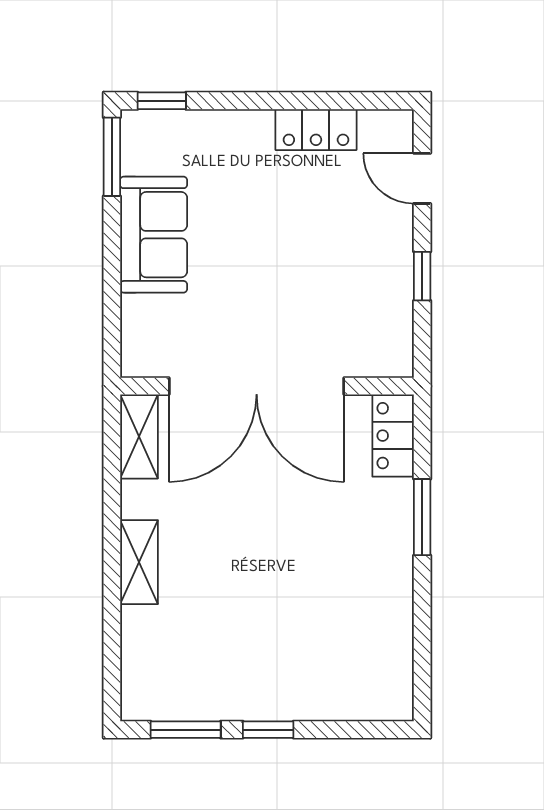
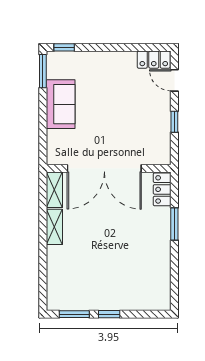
locker: (316, 130) -> (154, 60), moved
shelving: (139, 562) -> (54, 227), moved

